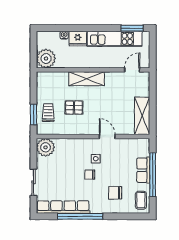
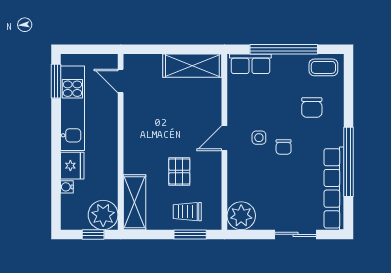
window: (34, 52) -> (93, 234), added
shelving: (87, 79) -> (135, 202), moved
door: (107, 137) -> (224, 138), moved
row of seats: (143, 170) -> (250, 64), moved

